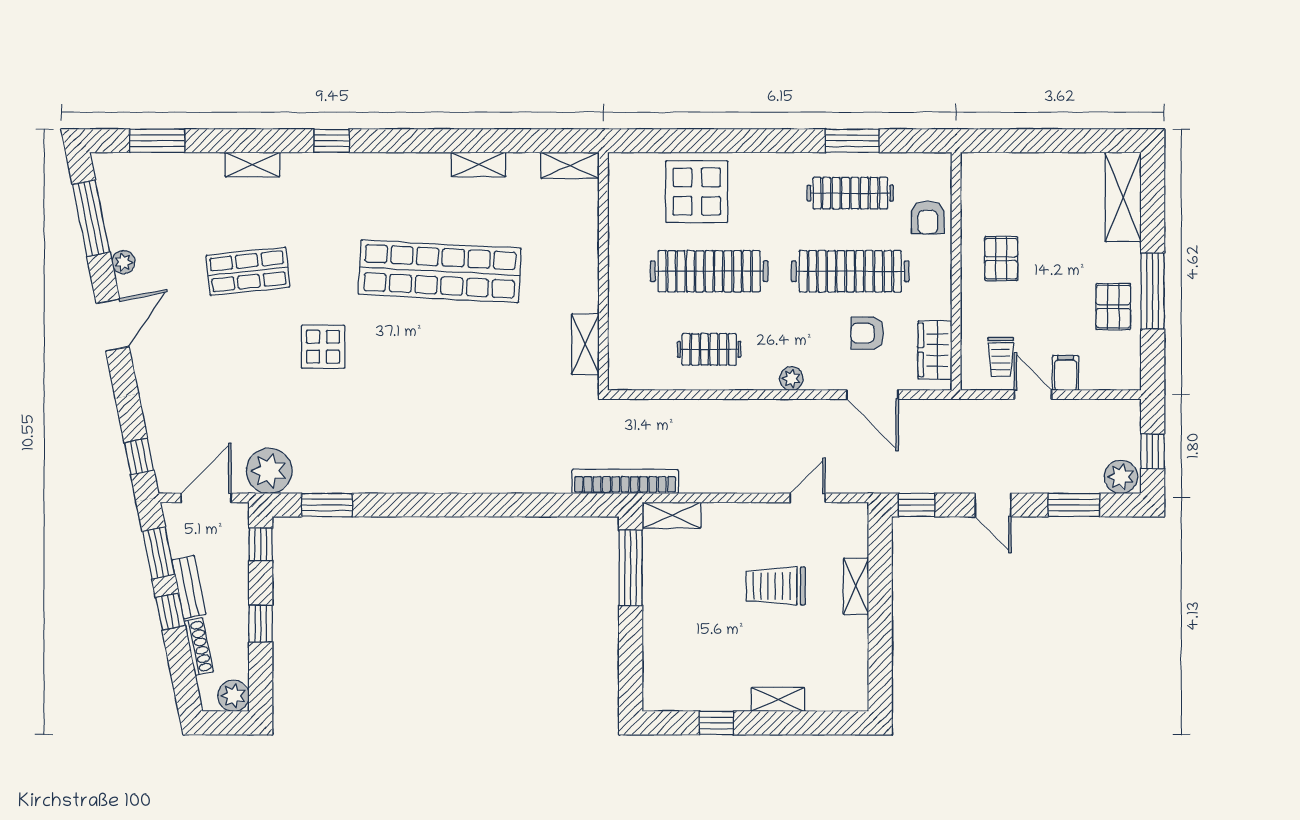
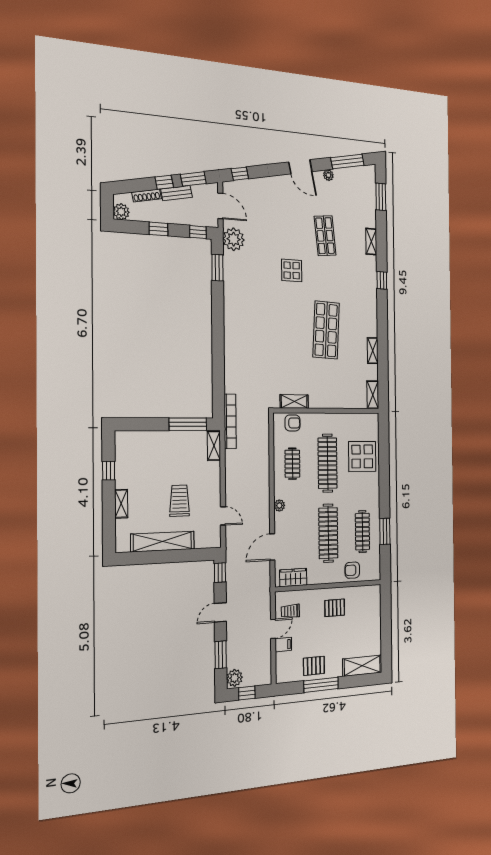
shop shelf: (440, 271) -> (326, 330), width x0.71
armchair: (867, 333) -> (292, 423), moved, turned 90
shelving: (856, 586) -> (163, 542), width x2.20, depth x1.33

